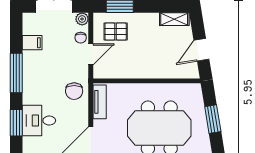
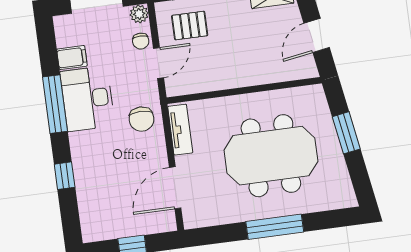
desk: (39, 121) -> (87, 99), moved, width x1.37
window: (16, 123) -> (65, 176), width x0.67

